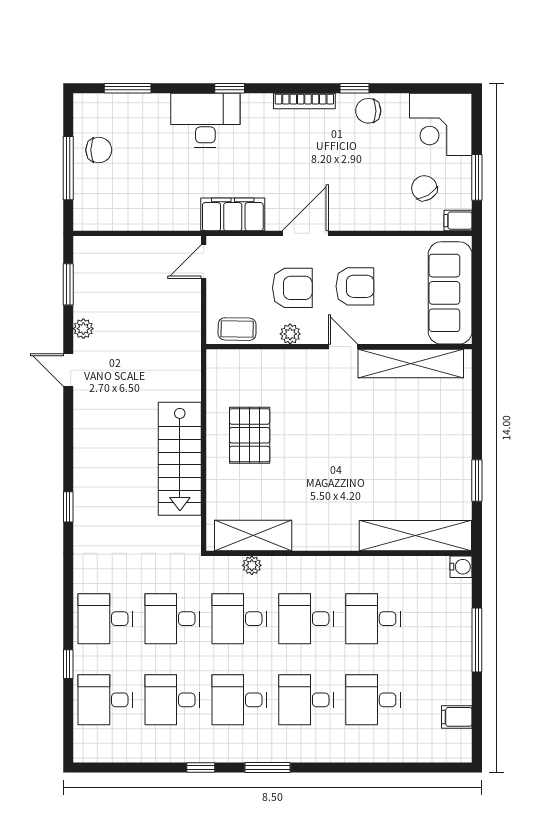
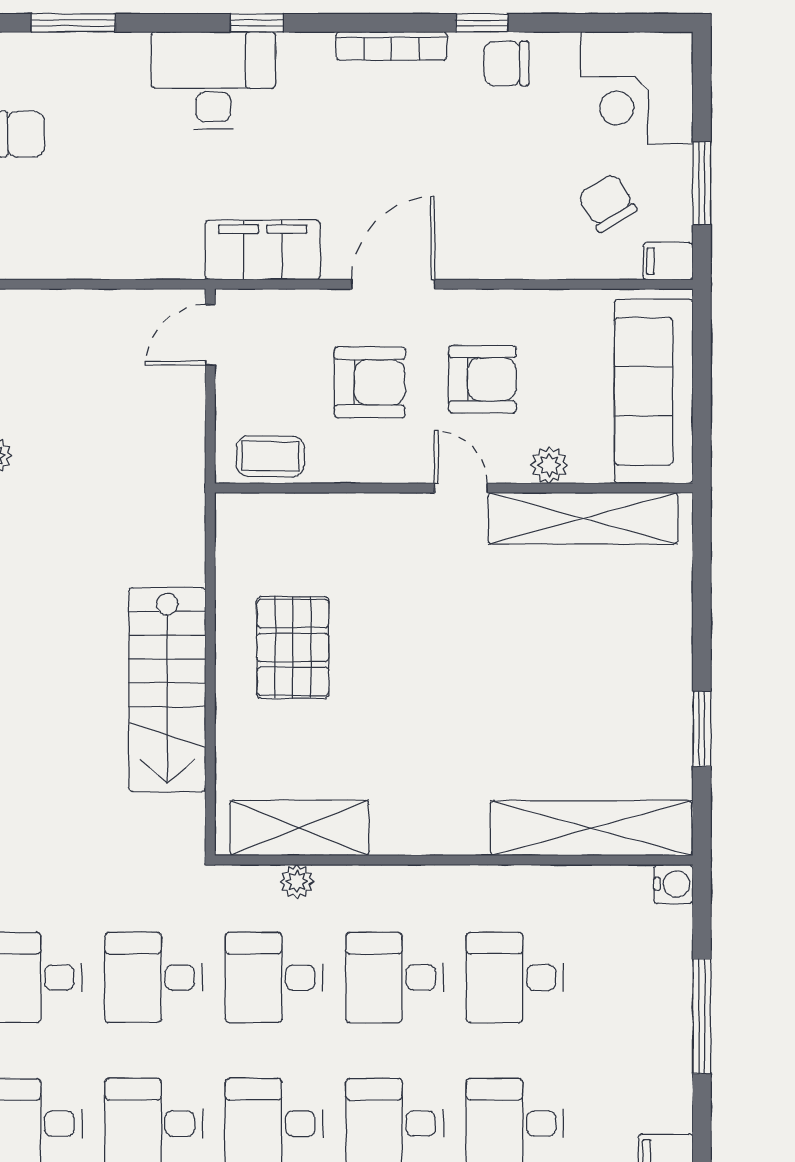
plant: (290, 334) -> (549, 465), moved

